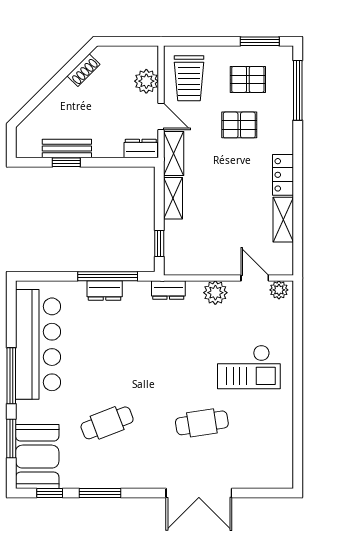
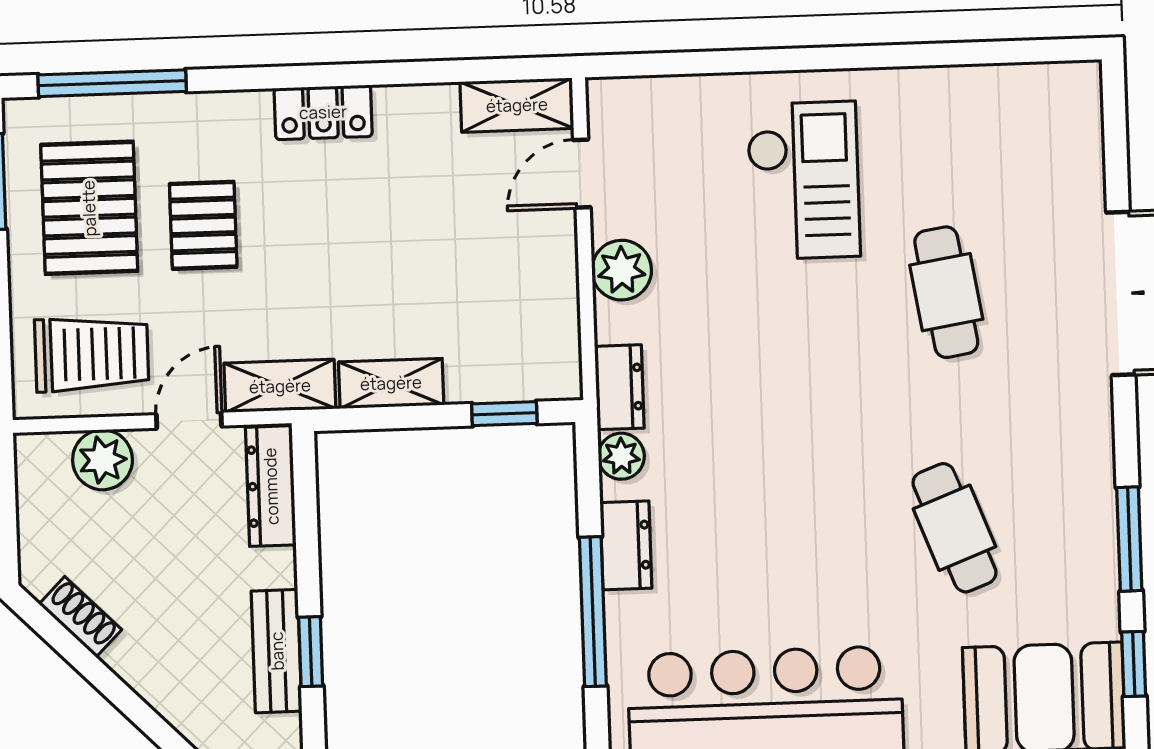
pallet: (248, 79) -> (89, 208), width x1.50, depth x1.42
dresser: (141, 148) -> (271, 486), width x1.44
shelving: (283, 220) -> (517, 105), moved
window: (108, 276) -> (593, 612), moved
plant: (279, 290) -> (621, 456), moved

